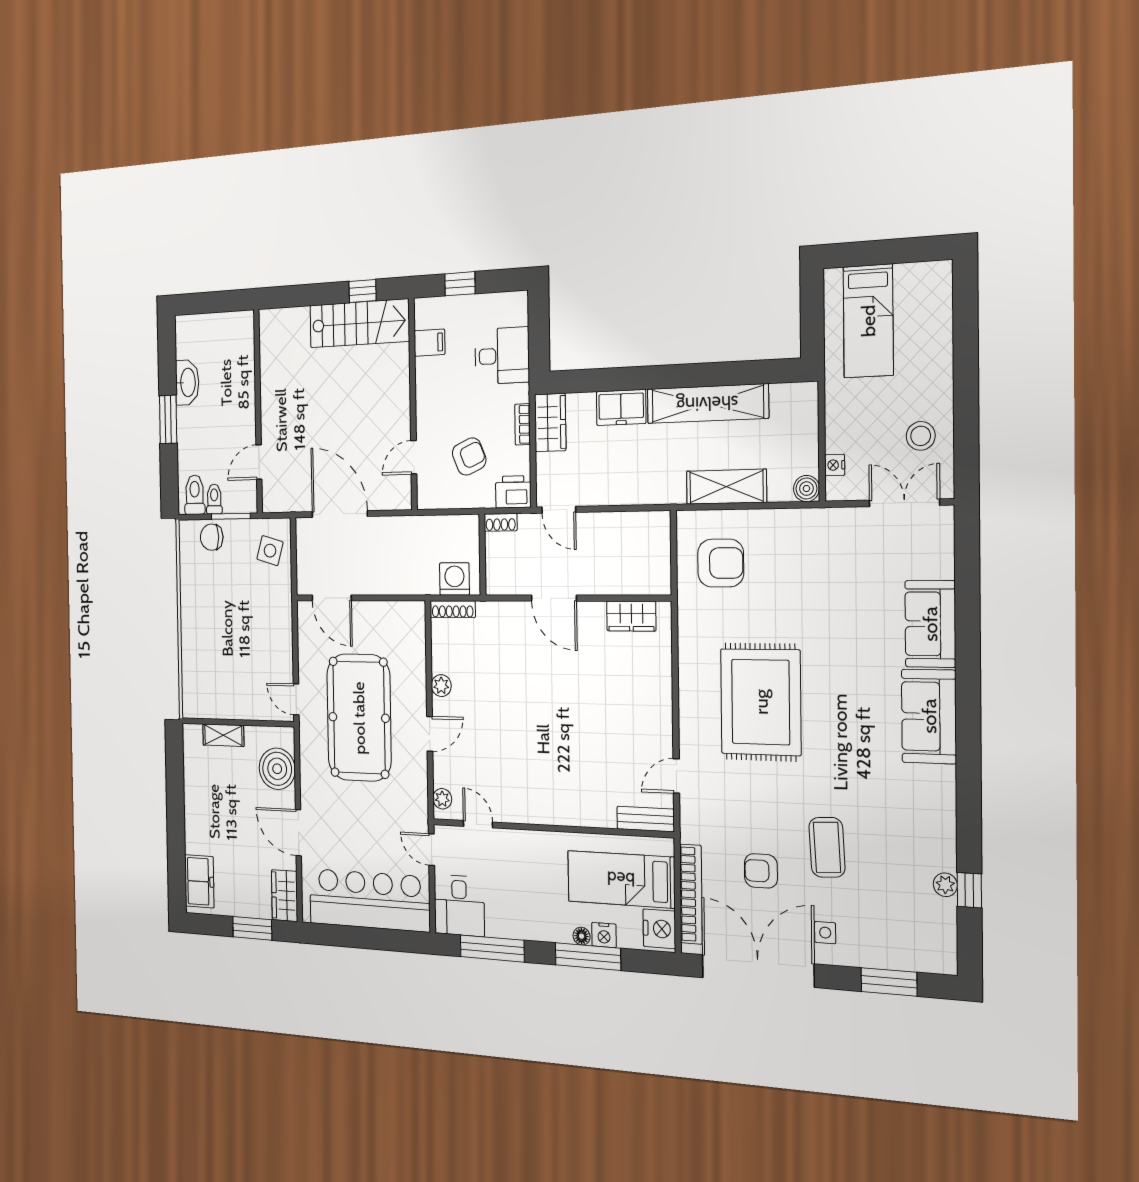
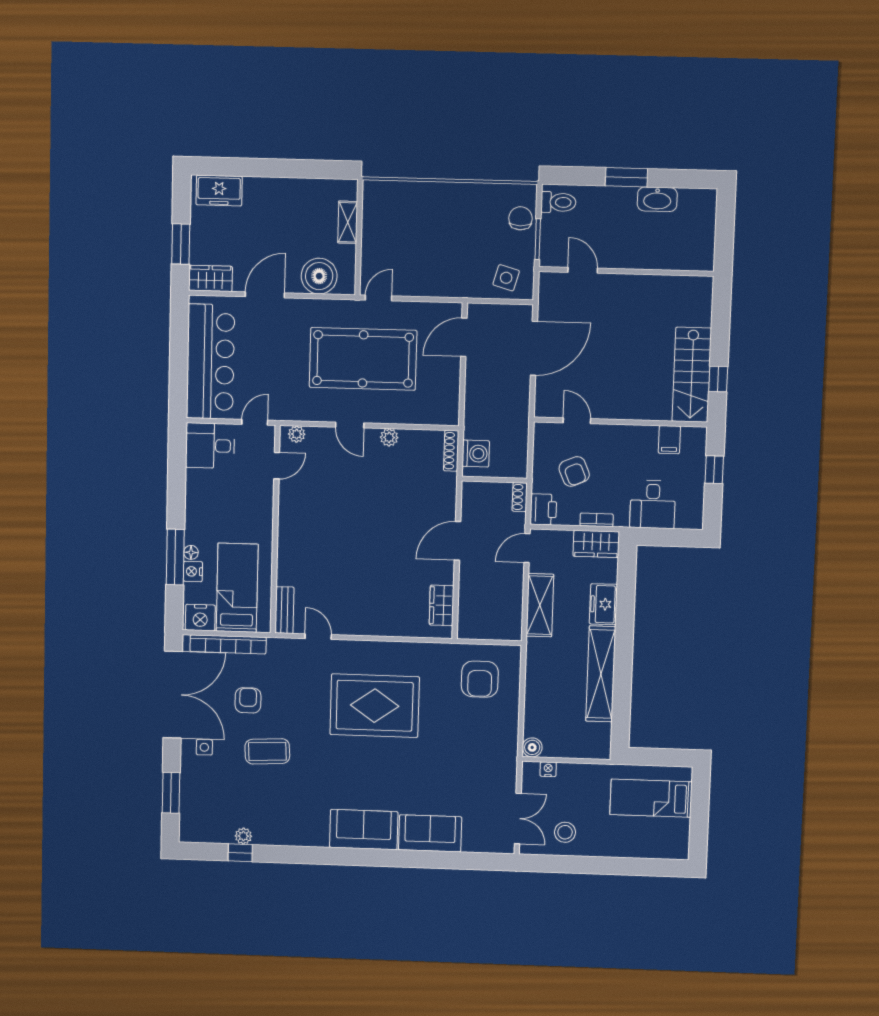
shelving: (726, 487) -> (540, 605), moved
toilet: (214, 499) -> (553, 223), removed
window: (492, 949) -> (177, 474), removed

